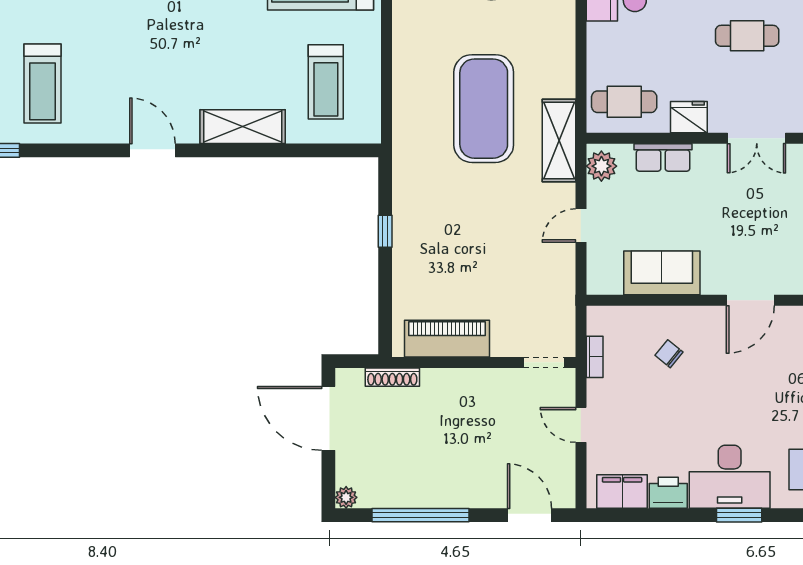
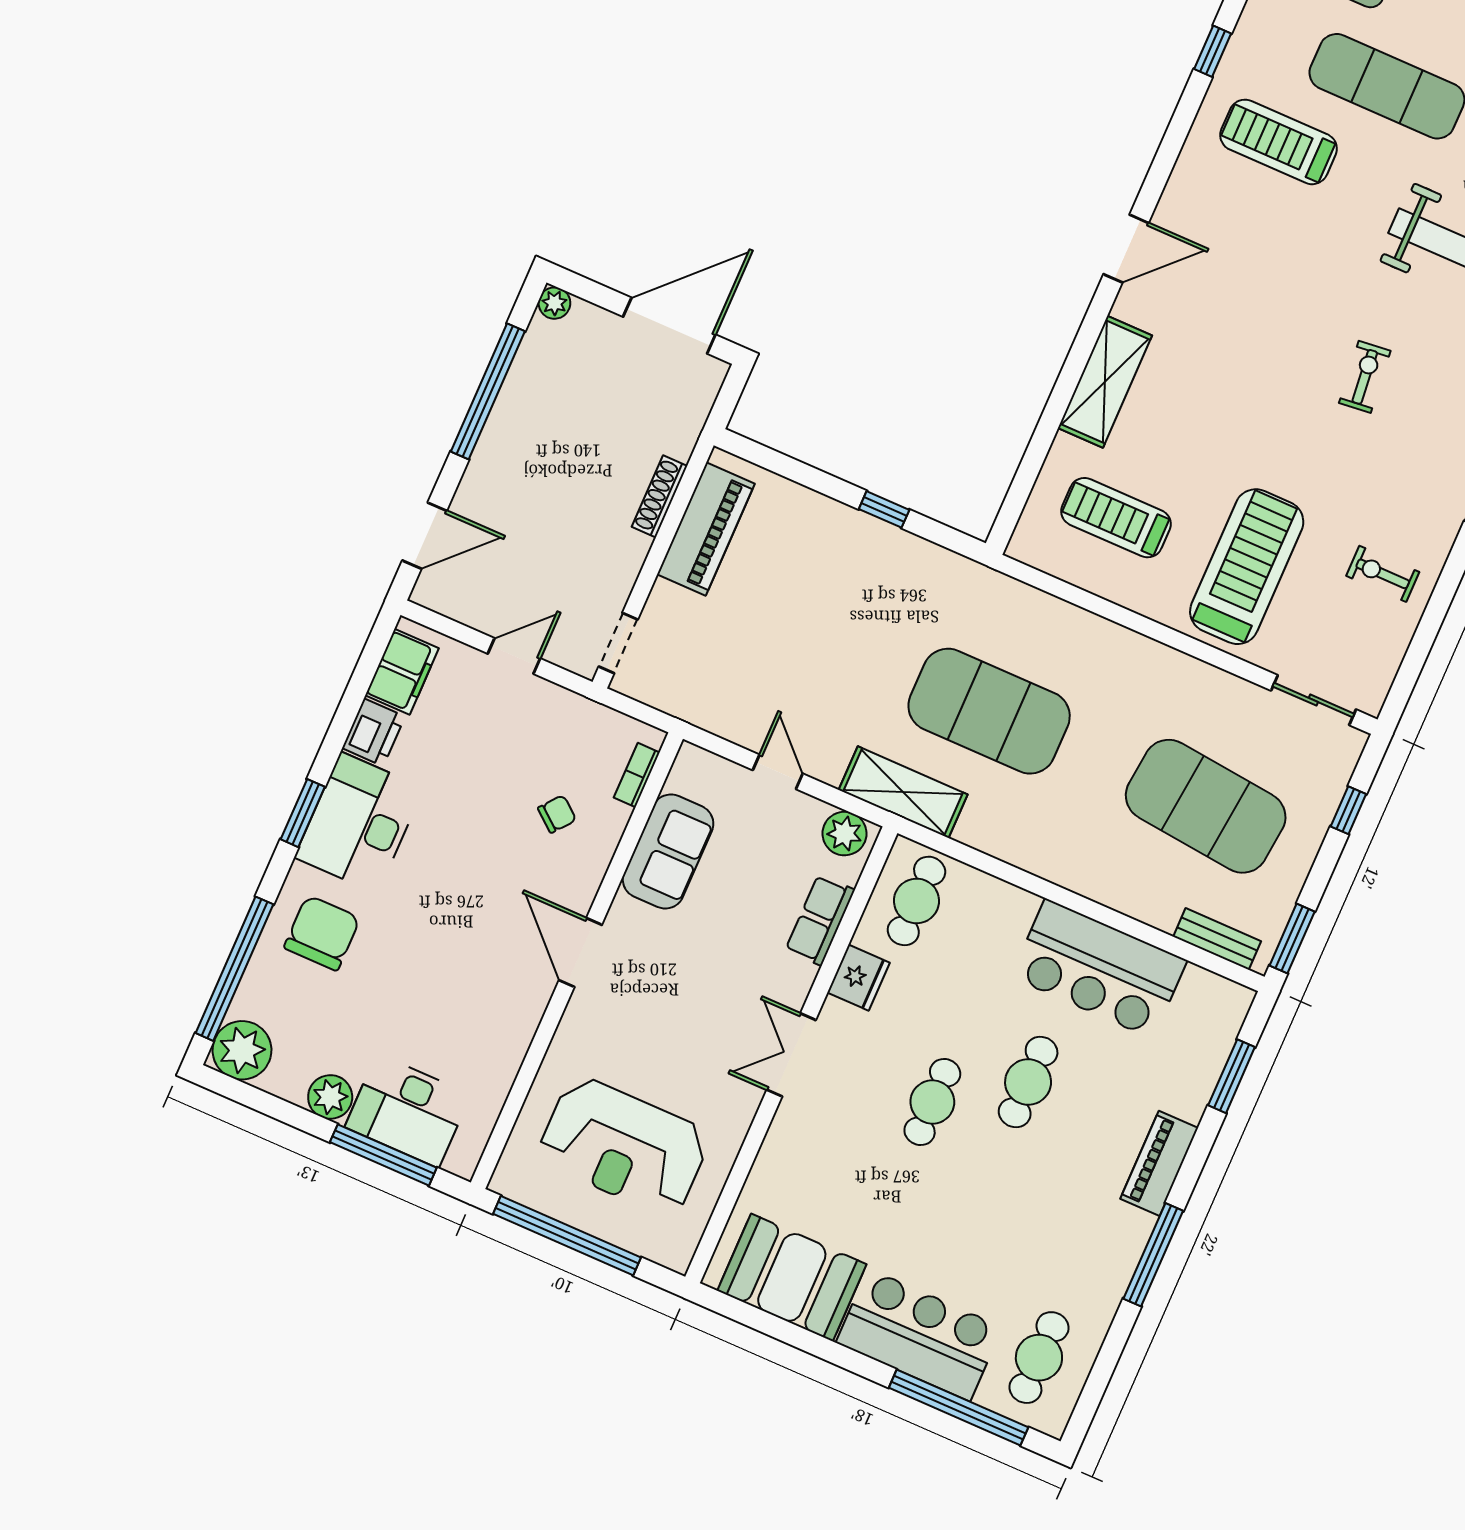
bookcase: (595, 357) -> (637, 775), moved, turned 90
shoe rack: (392, 377) -> (660, 496), moved

